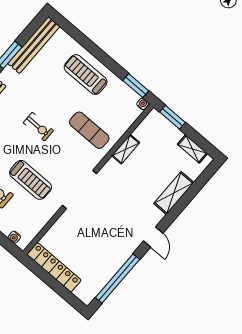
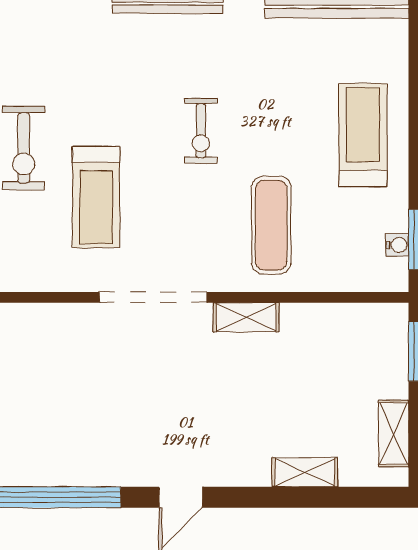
water cooler: (143, 104) -> (397, 245), moved
shelving: (126, 149) -> (246, 317), moved
shelving: (174, 193) -> (305, 472), width x0.67, depth x0.75

